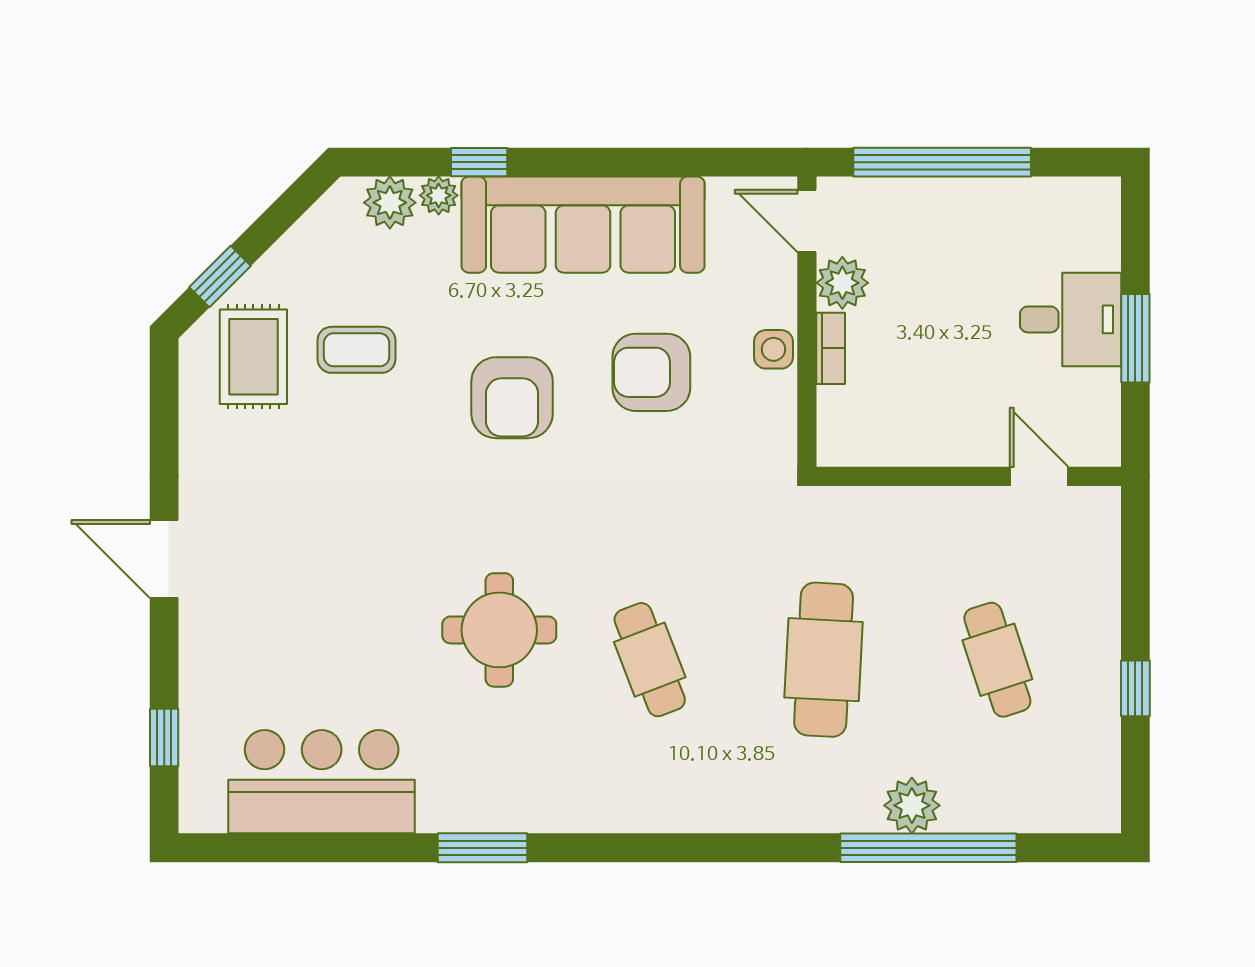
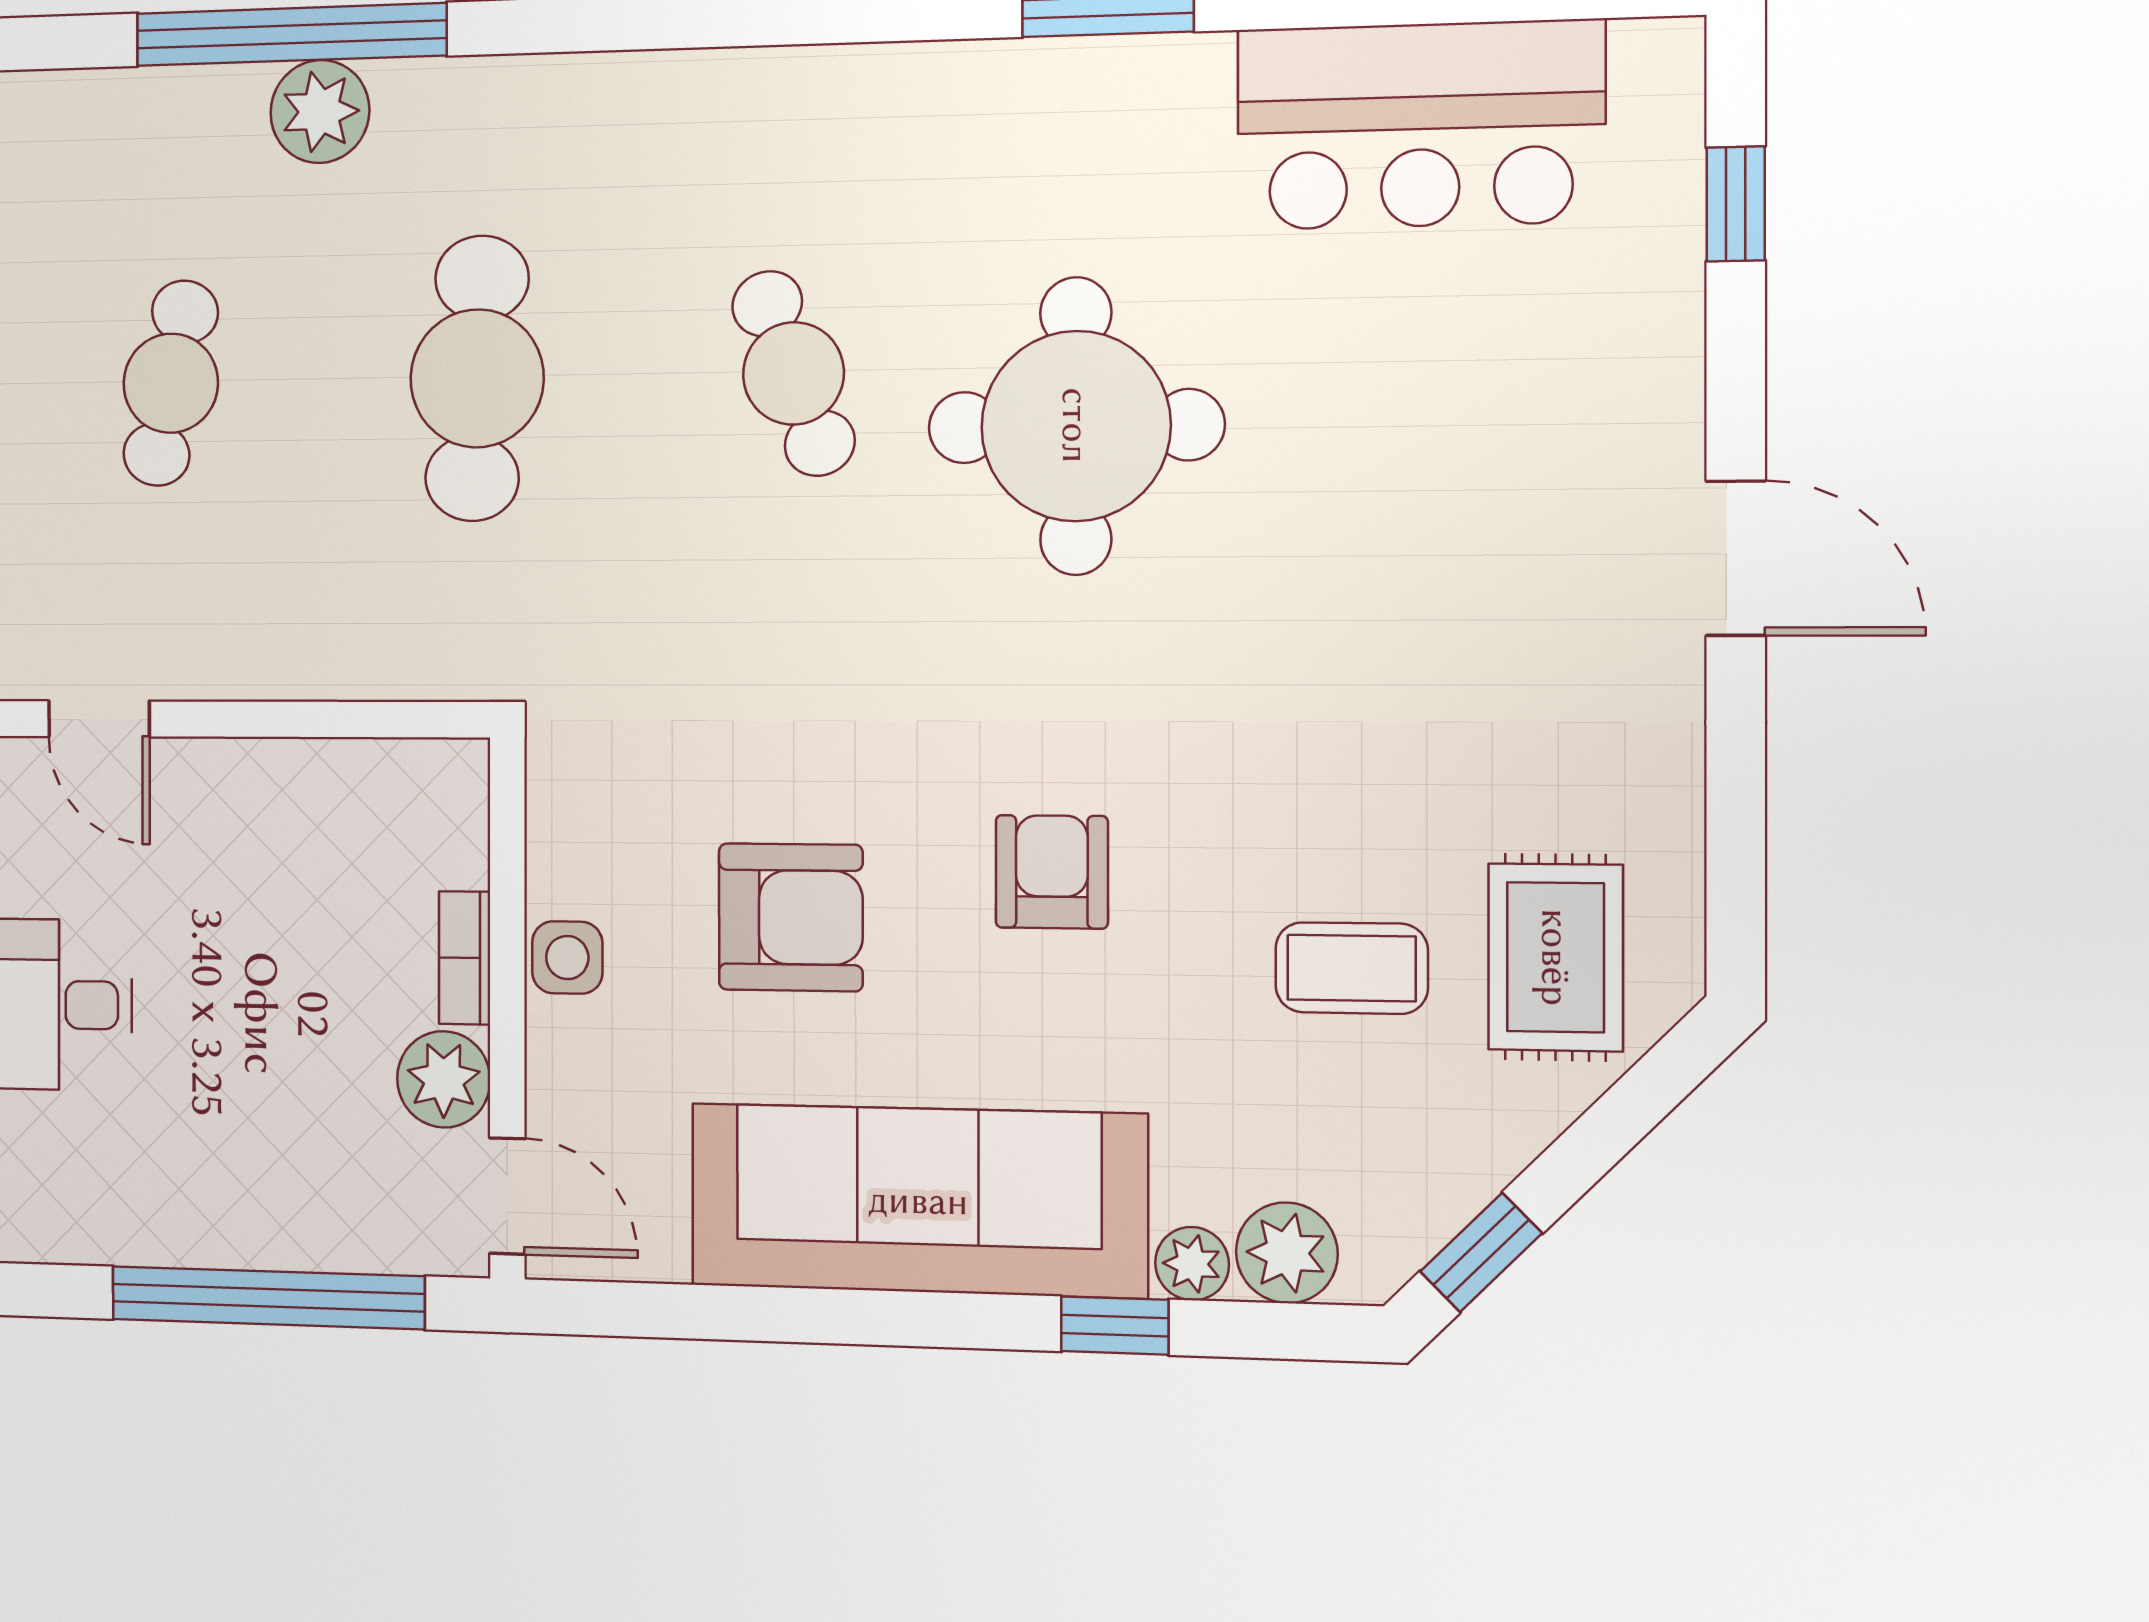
window: (220, 276) -> (1481, 1252), moved
armchair: (512, 398) -> (1052, 872), width x0.72, depth x0.72
round table: (499, 630) -> (1076, 426), width x1.36, depth x1.36
cafe table: (997, 660) -> (171, 383), turned 30

